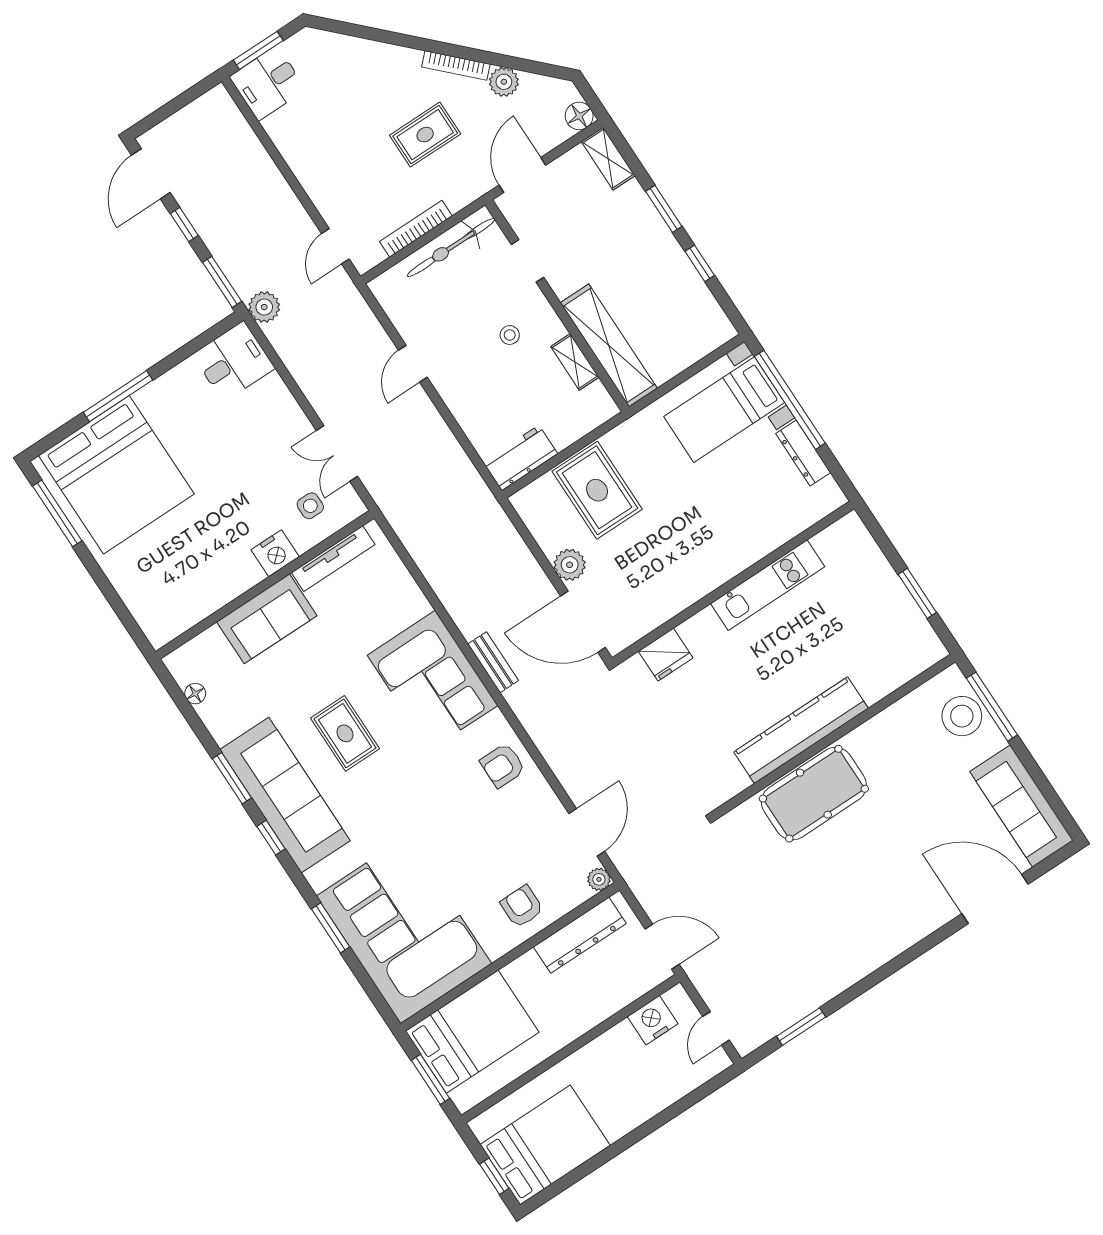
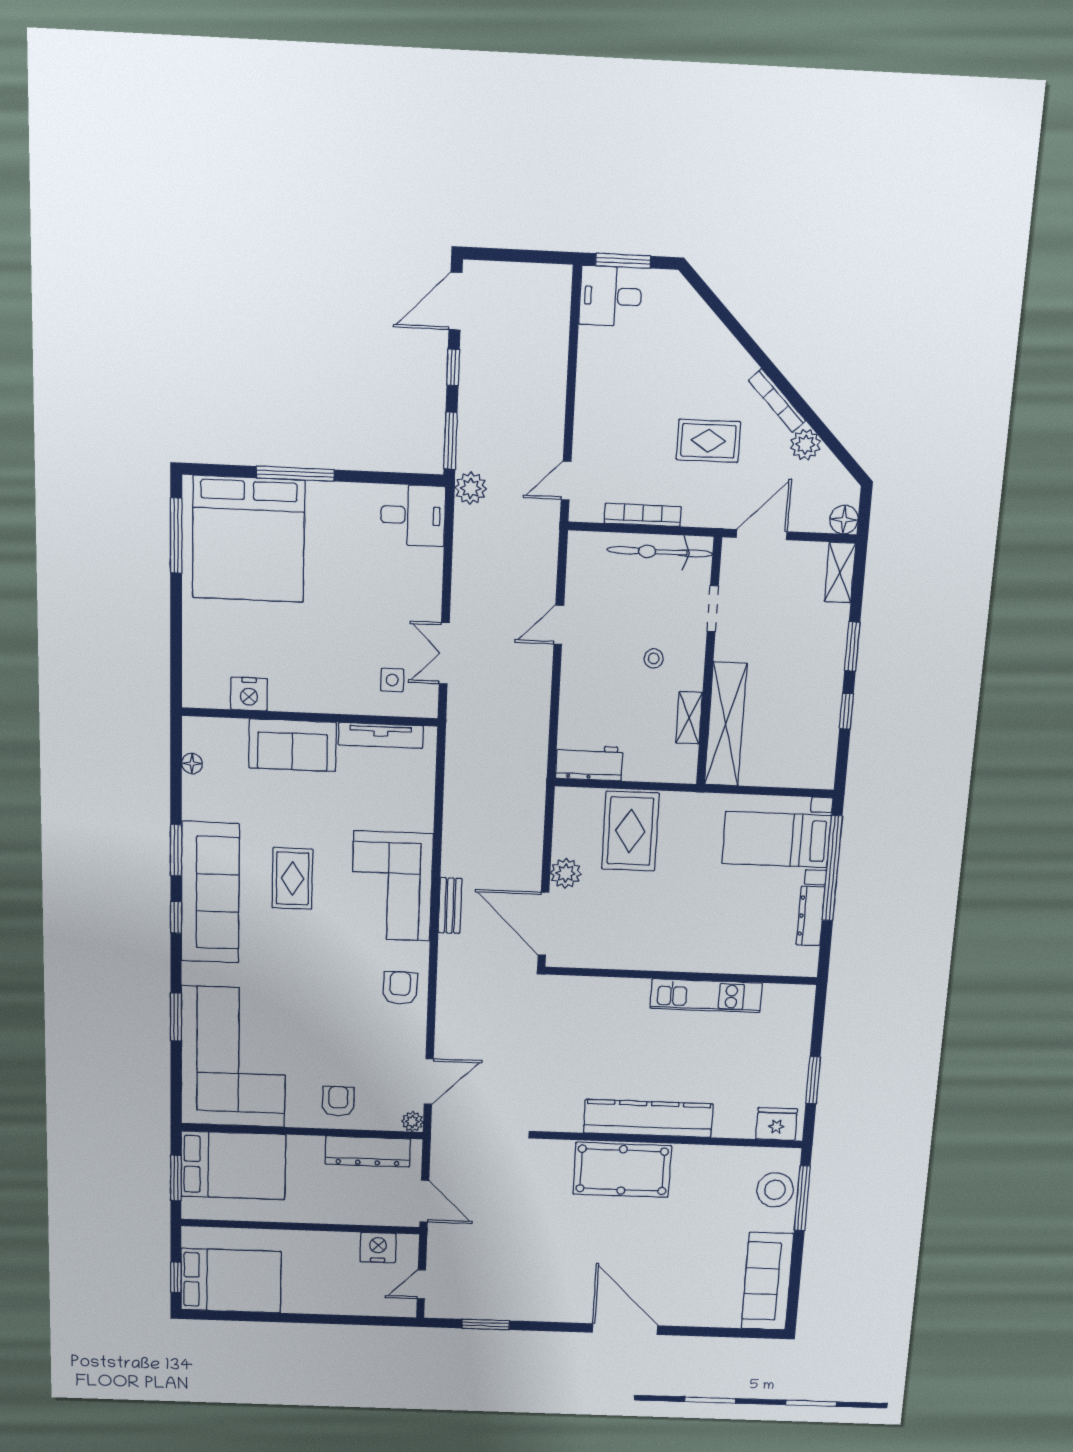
nightstand: (275, 553) -> (249, 694), moved
fridge: (666, 655) -> (777, 1124), moved, turned 180
armchair: (503, 765) -> (400, 988), turned 91
door: (995, 899) -> (625, 1329), moved

